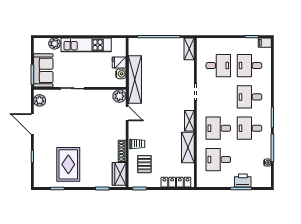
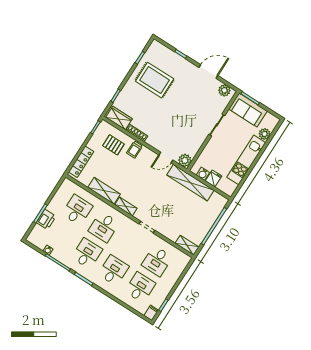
desk: (218, 128) -> (104, 227), turned 180

